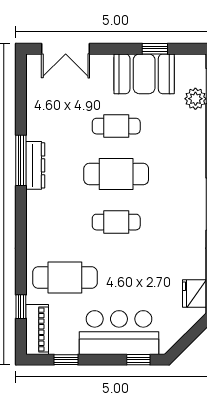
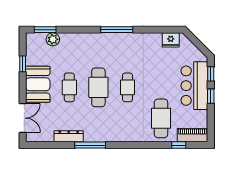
booth: (144, 74) -> (38, 84), moved
dresser: (35, 165) -> (69, 136), moved
window: (66, 360) -> (211, 96), moved

